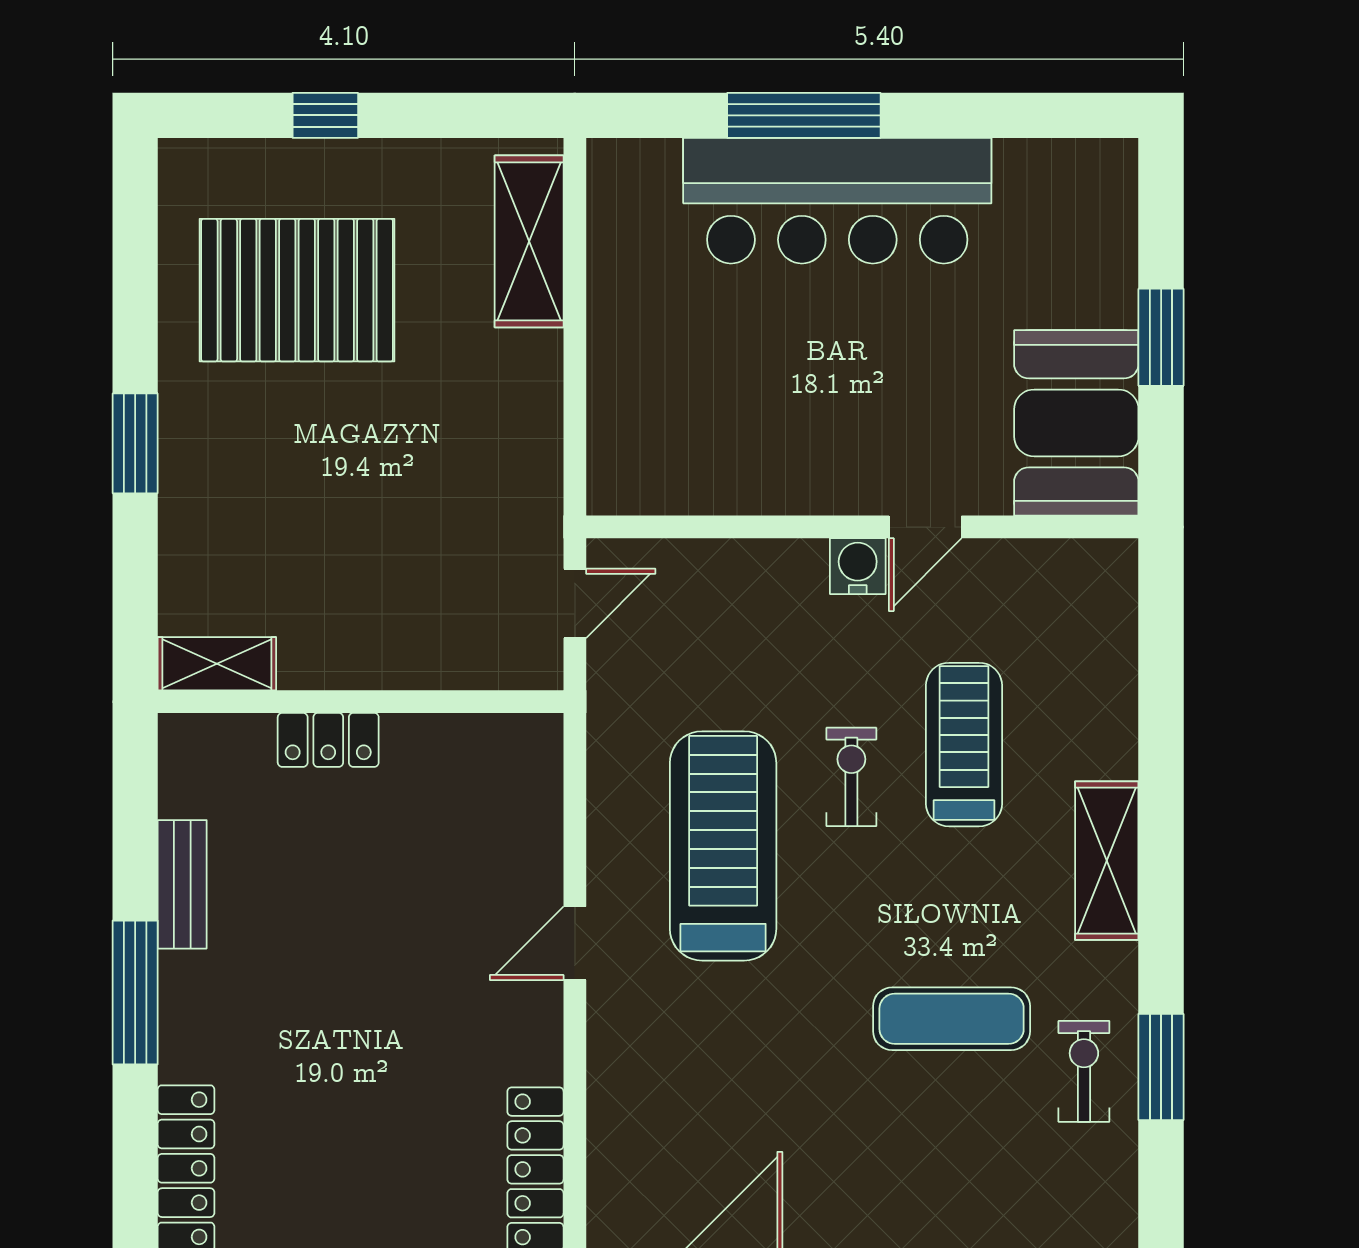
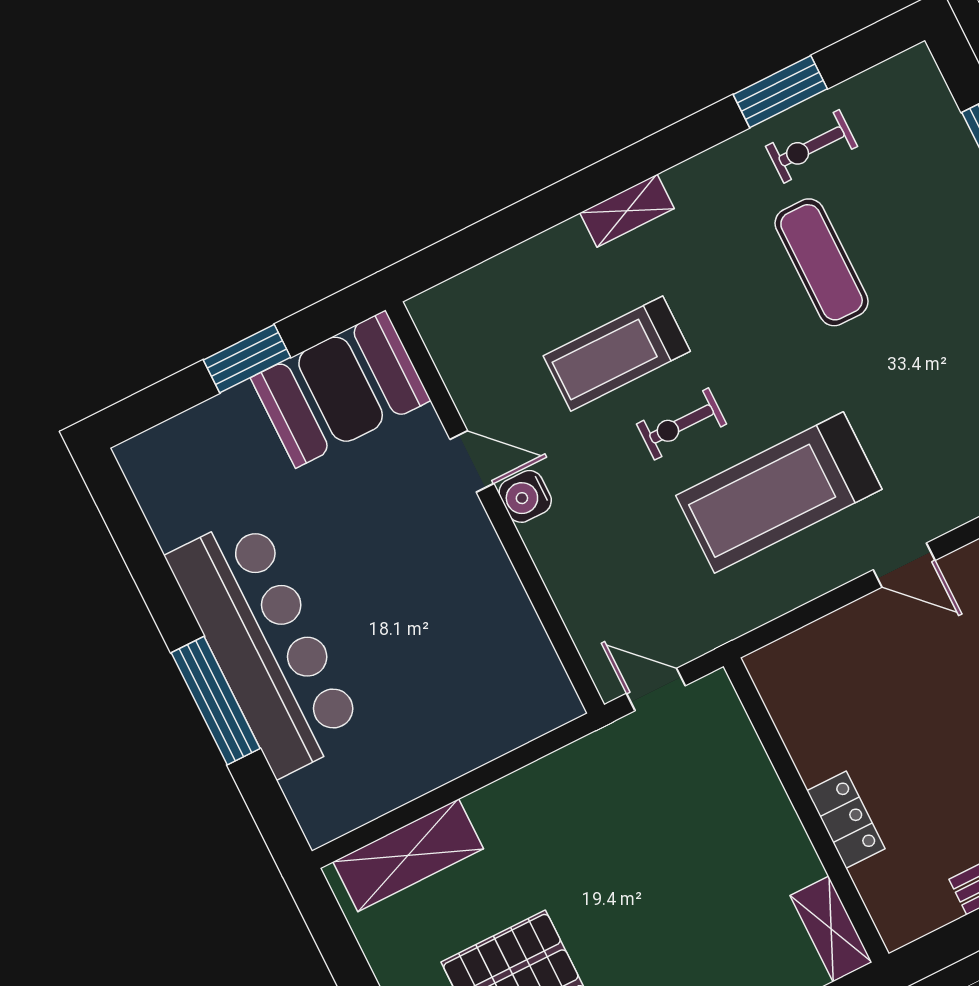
shelving: (1107, 861) -> (627, 211), width x0.67, depth x0.75

